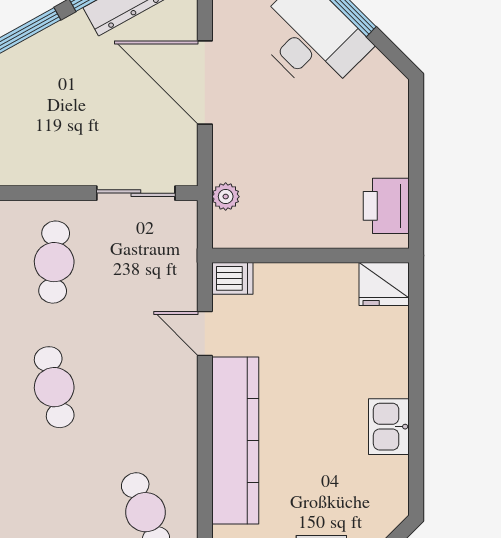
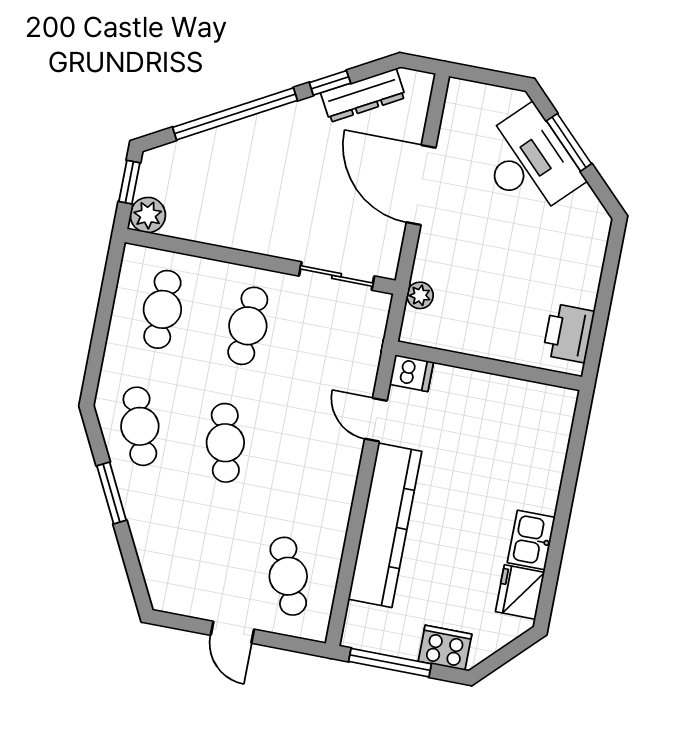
fridge: (384, 284) -> (520, 592), moved, turned 90

